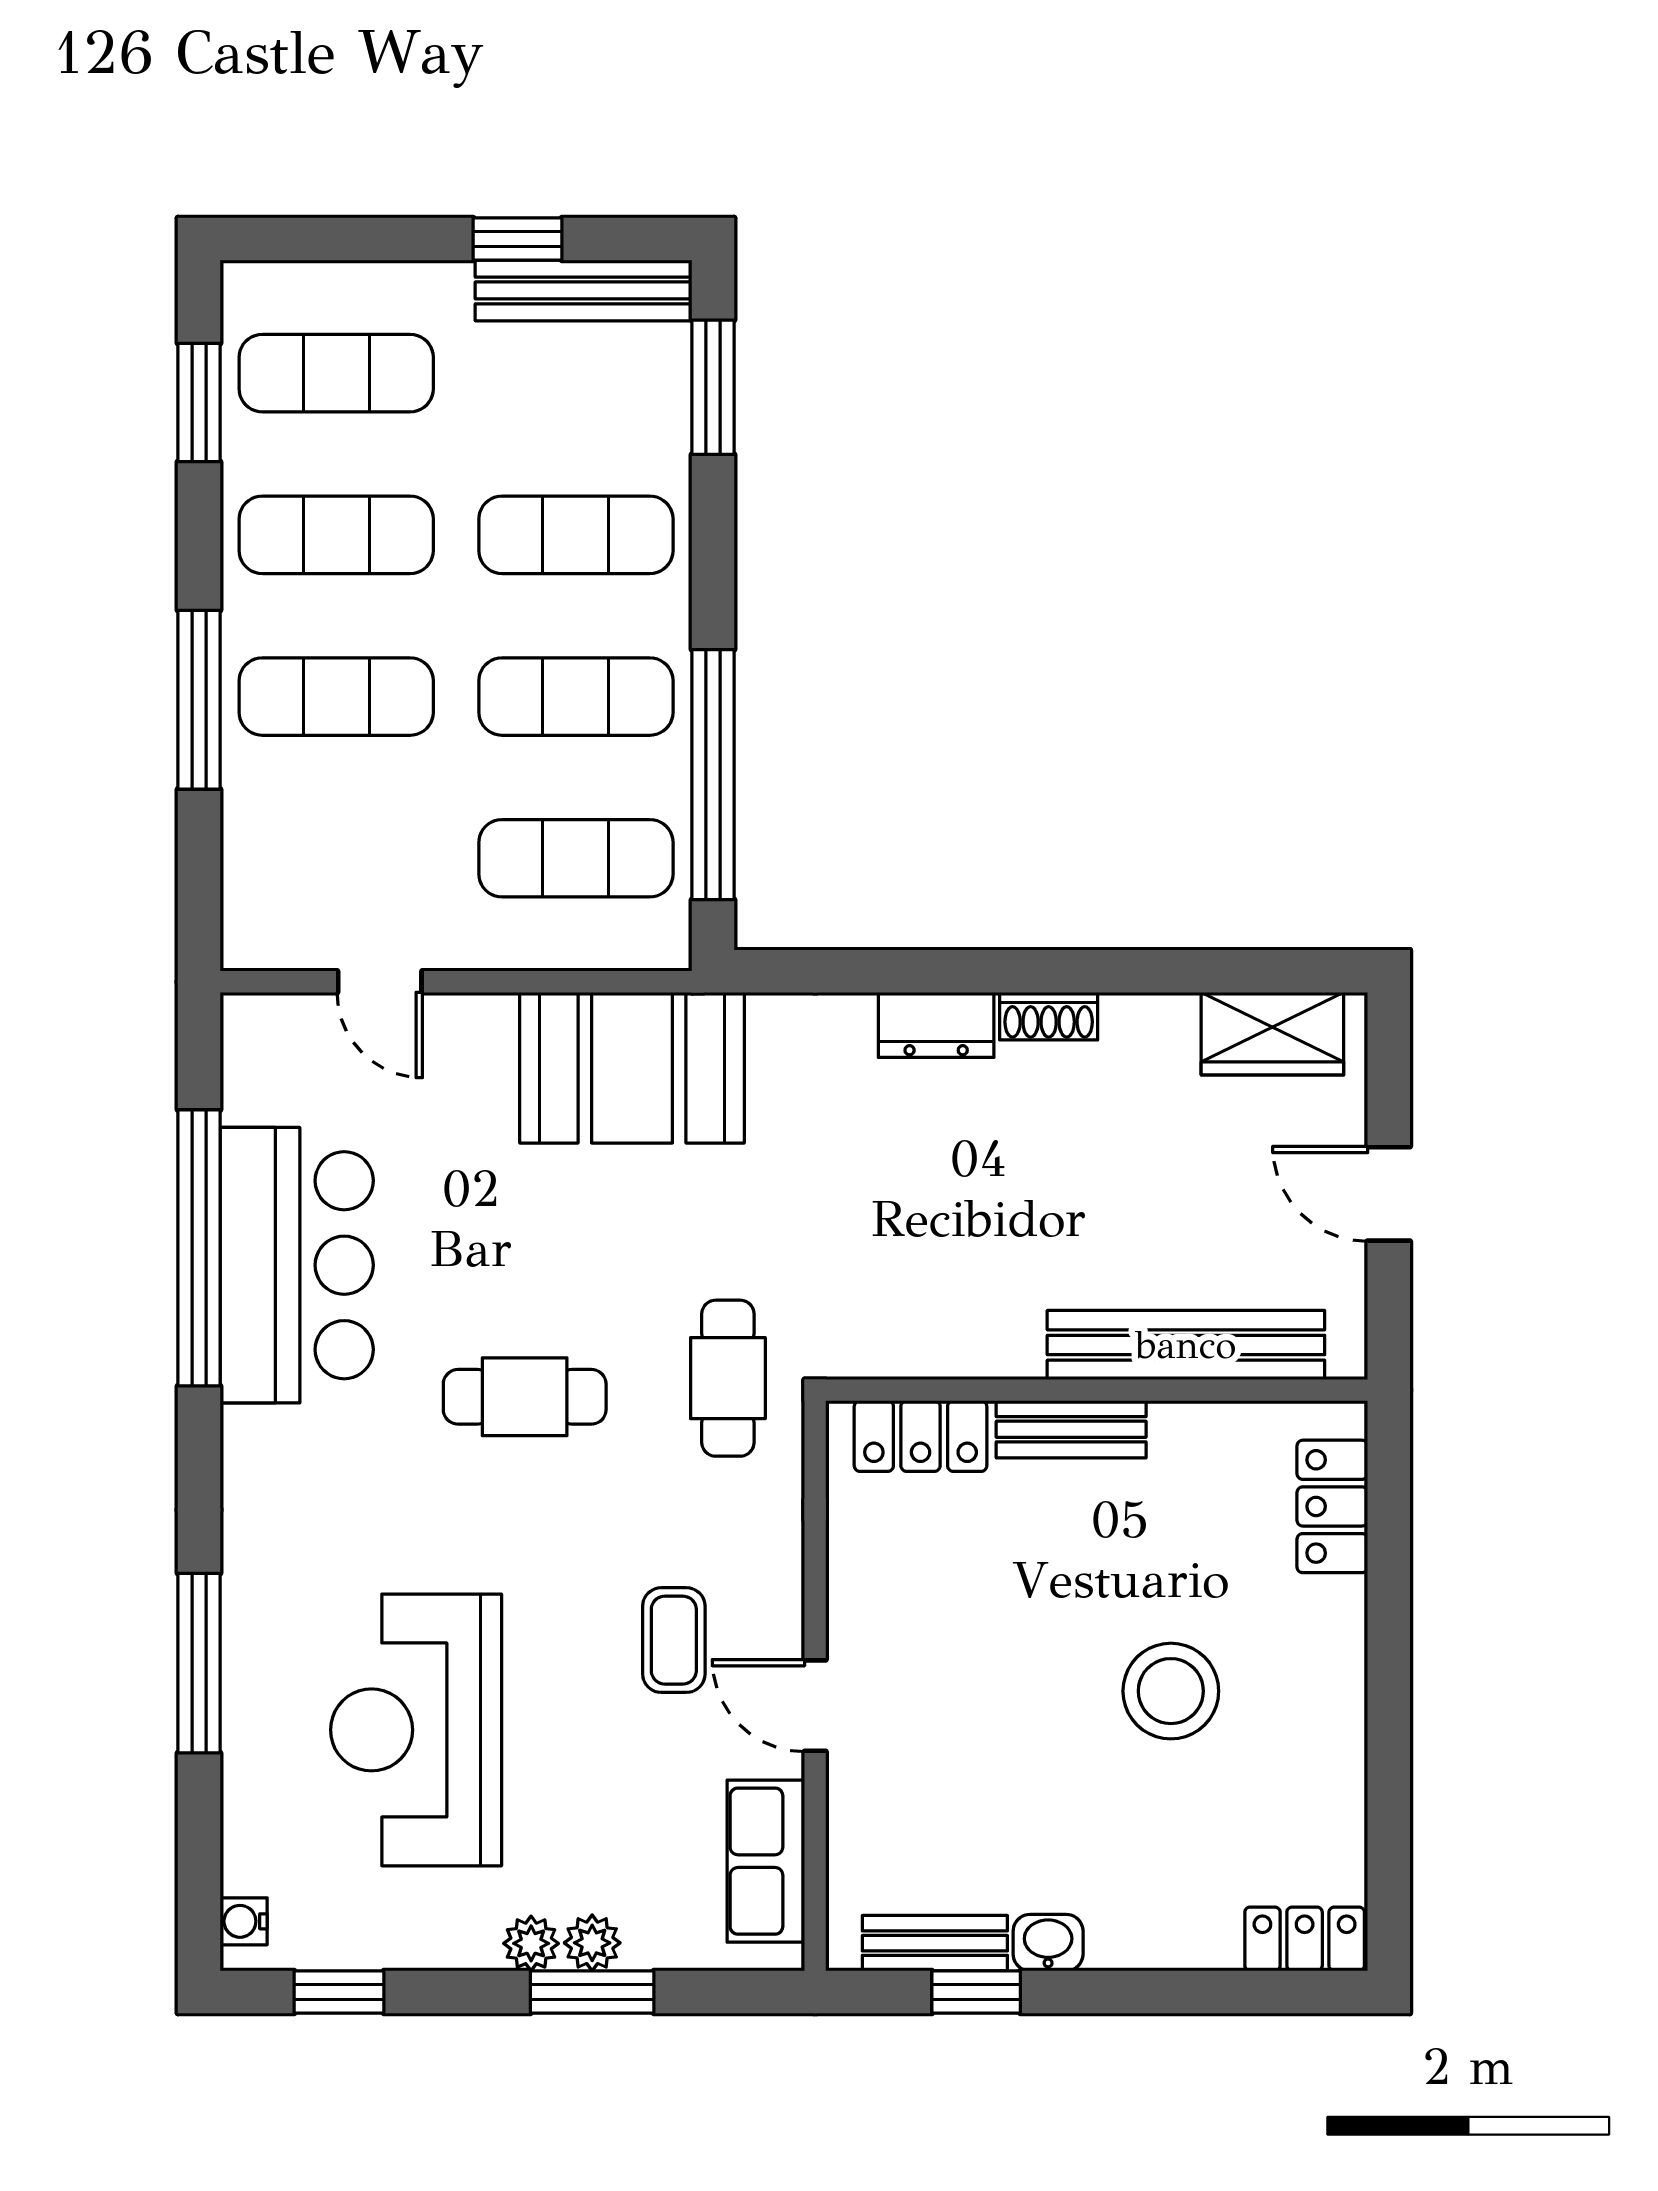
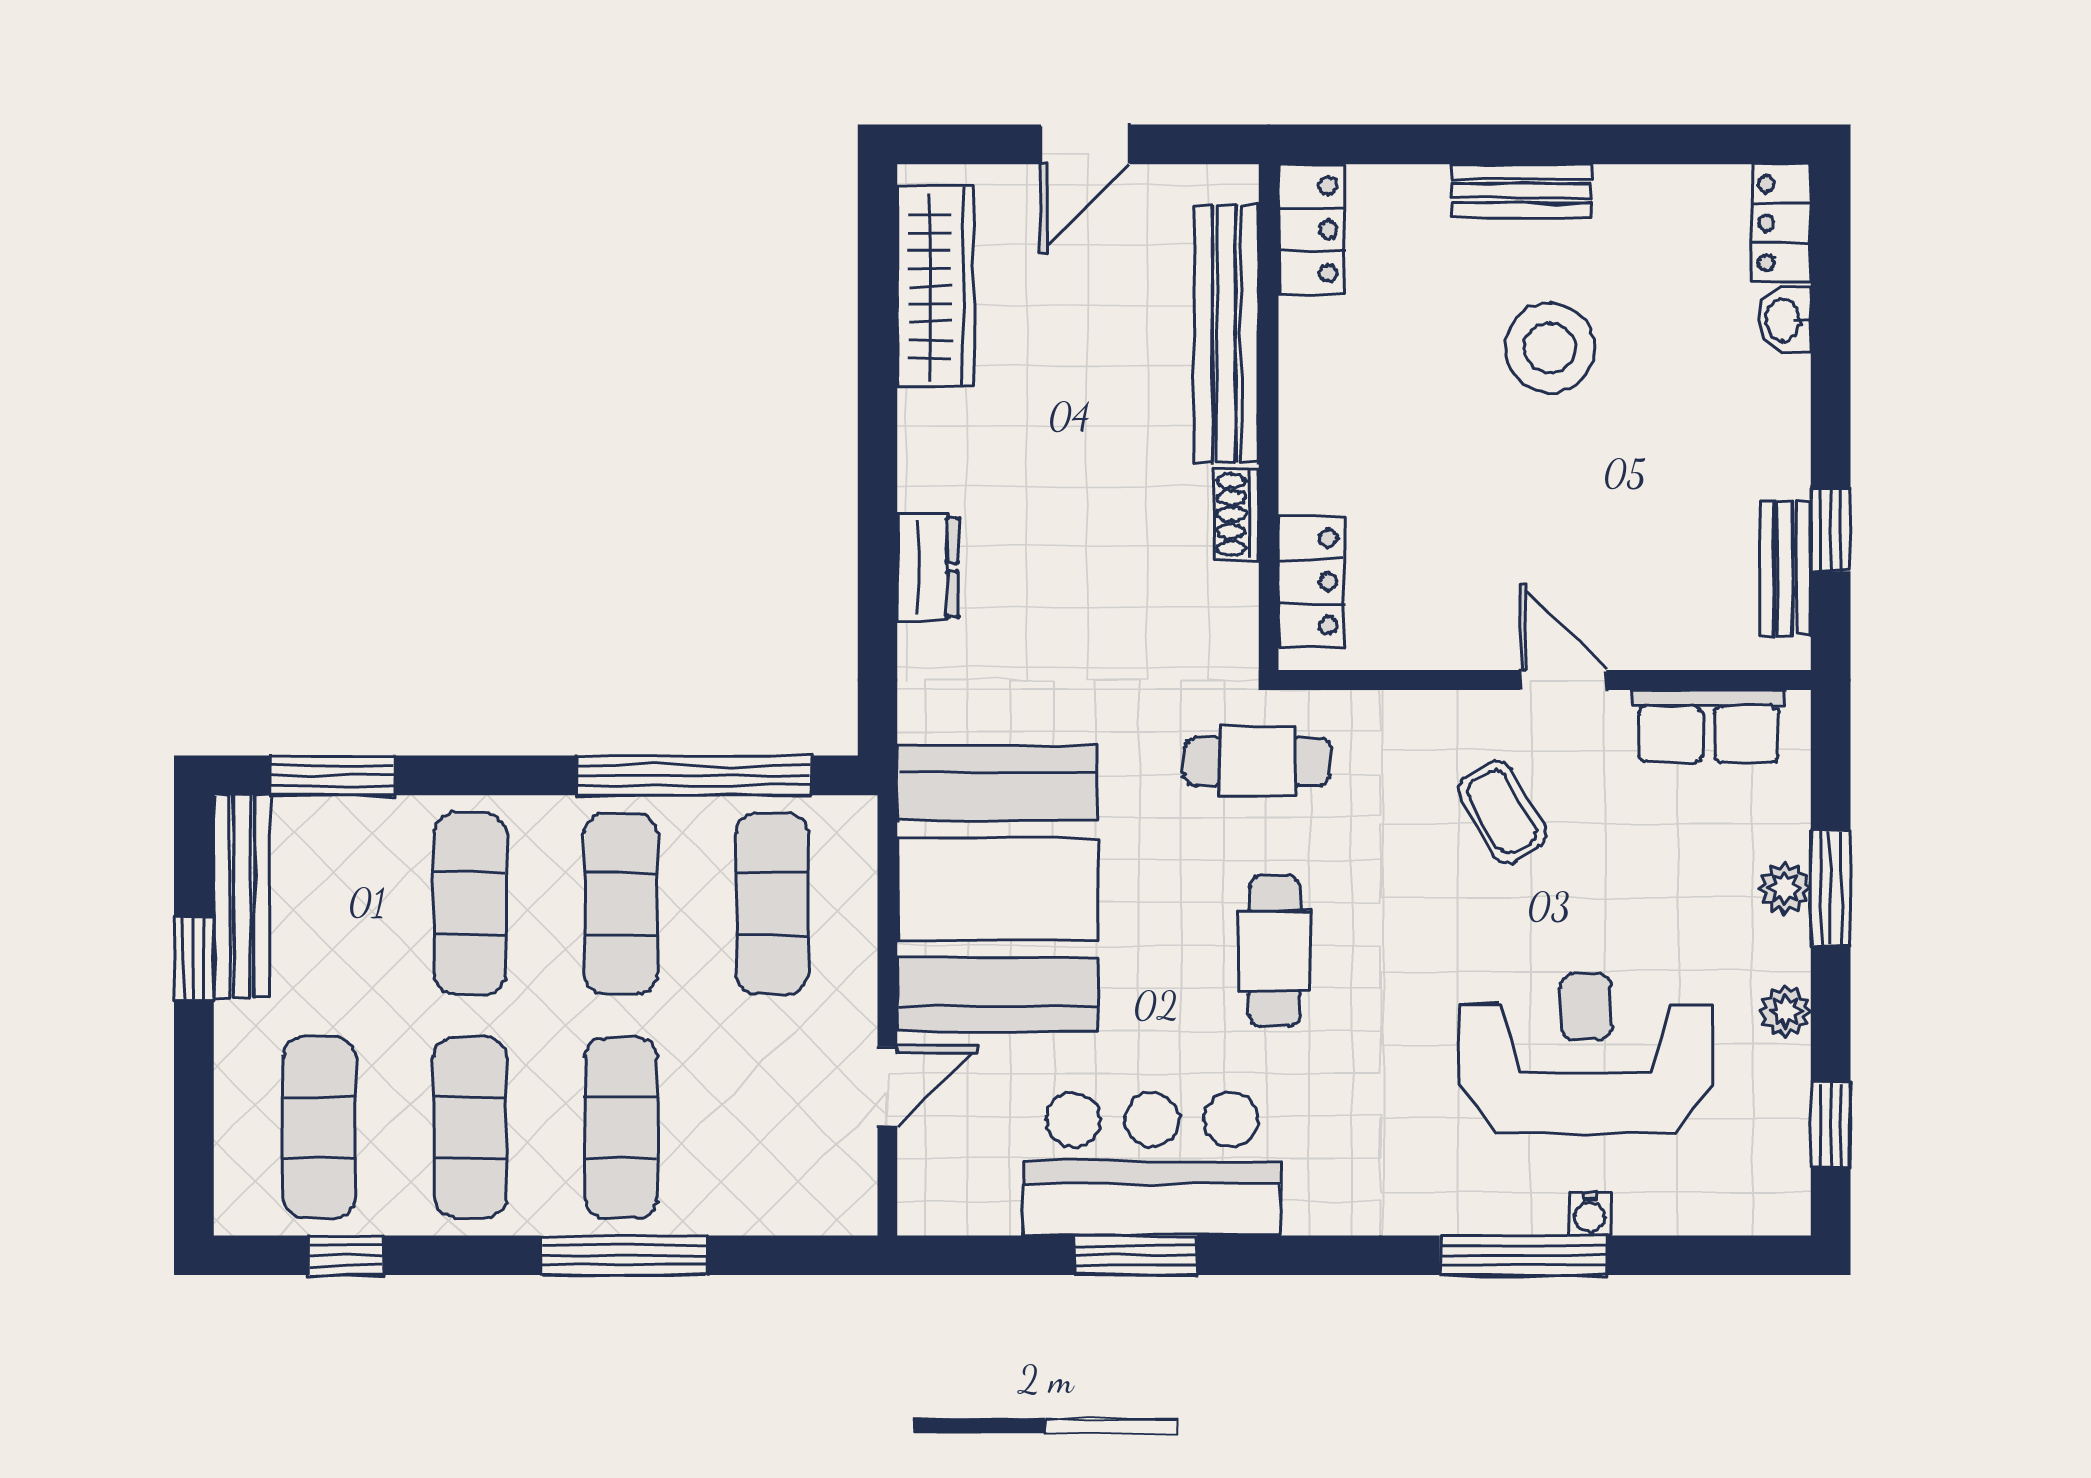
window: (199, 403) -> (347, 1255), width x0.67
shoe rack: (1049, 1016) -> (1237, 514), moved, turned 180
wardrobe: (1272, 1034) -> (936, 286), width x1.50
booth: (632, 1068) -> (997, 889), width x1.36, depth x1.42
window: (199, 1248) -> (1136, 1255), width x0.47
bench: (1071, 1429) -> (1522, 191), moved, turned 90
locker: (1332, 1506) -> (1312, 229), moved, turned -90
coffee table: (674, 1640) -> (1502, 812), turned 60
door: (815, 1706) -> (1563, 680), swing flipped
reception desk: (416, 1730) -> (1586, 1053), turned 180
water cooler: (244, 1921) -> (1590, 1214), moved
plant: (531, 1943) -> (1785, 1011), moved
washbasin: (1048, 1943) -> (1785, 320), moved

